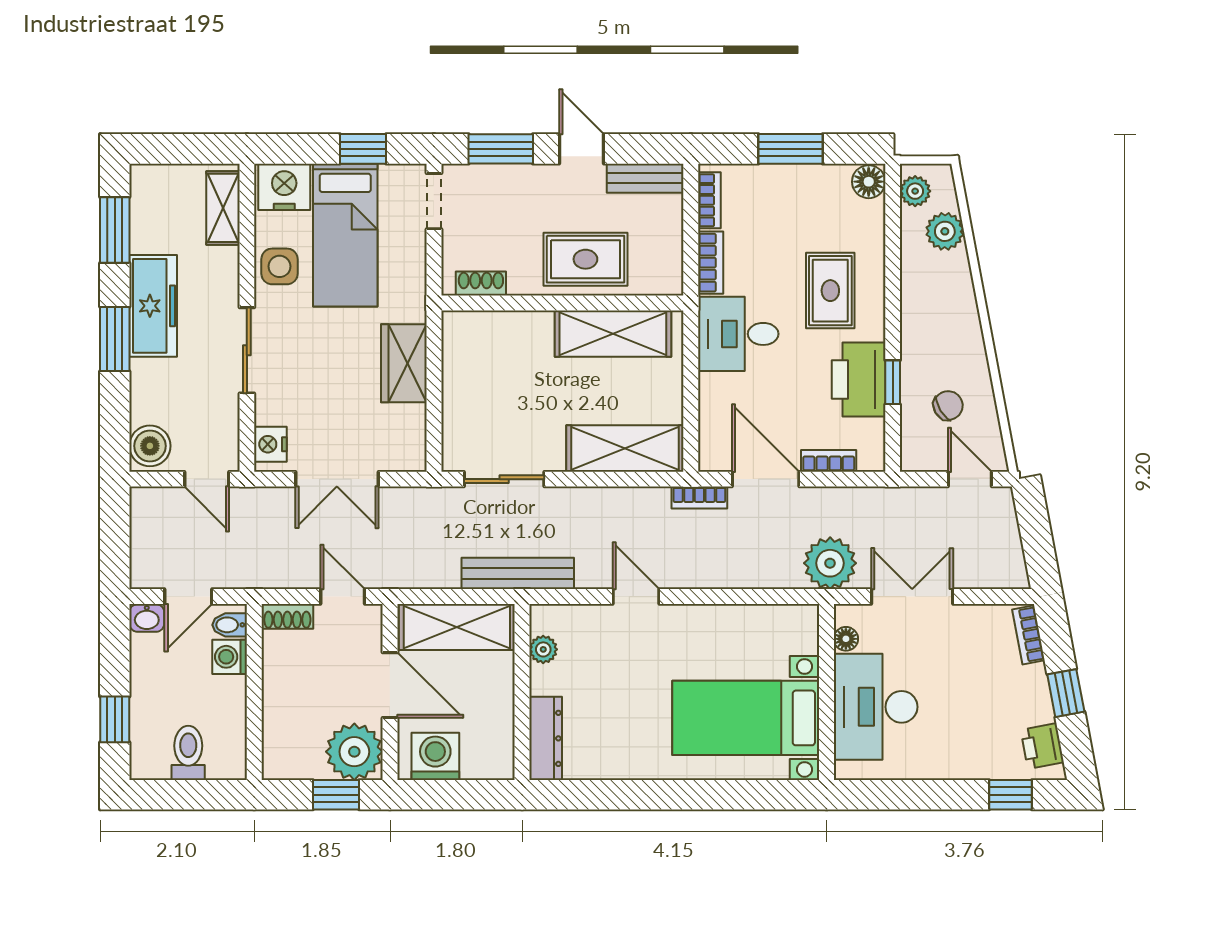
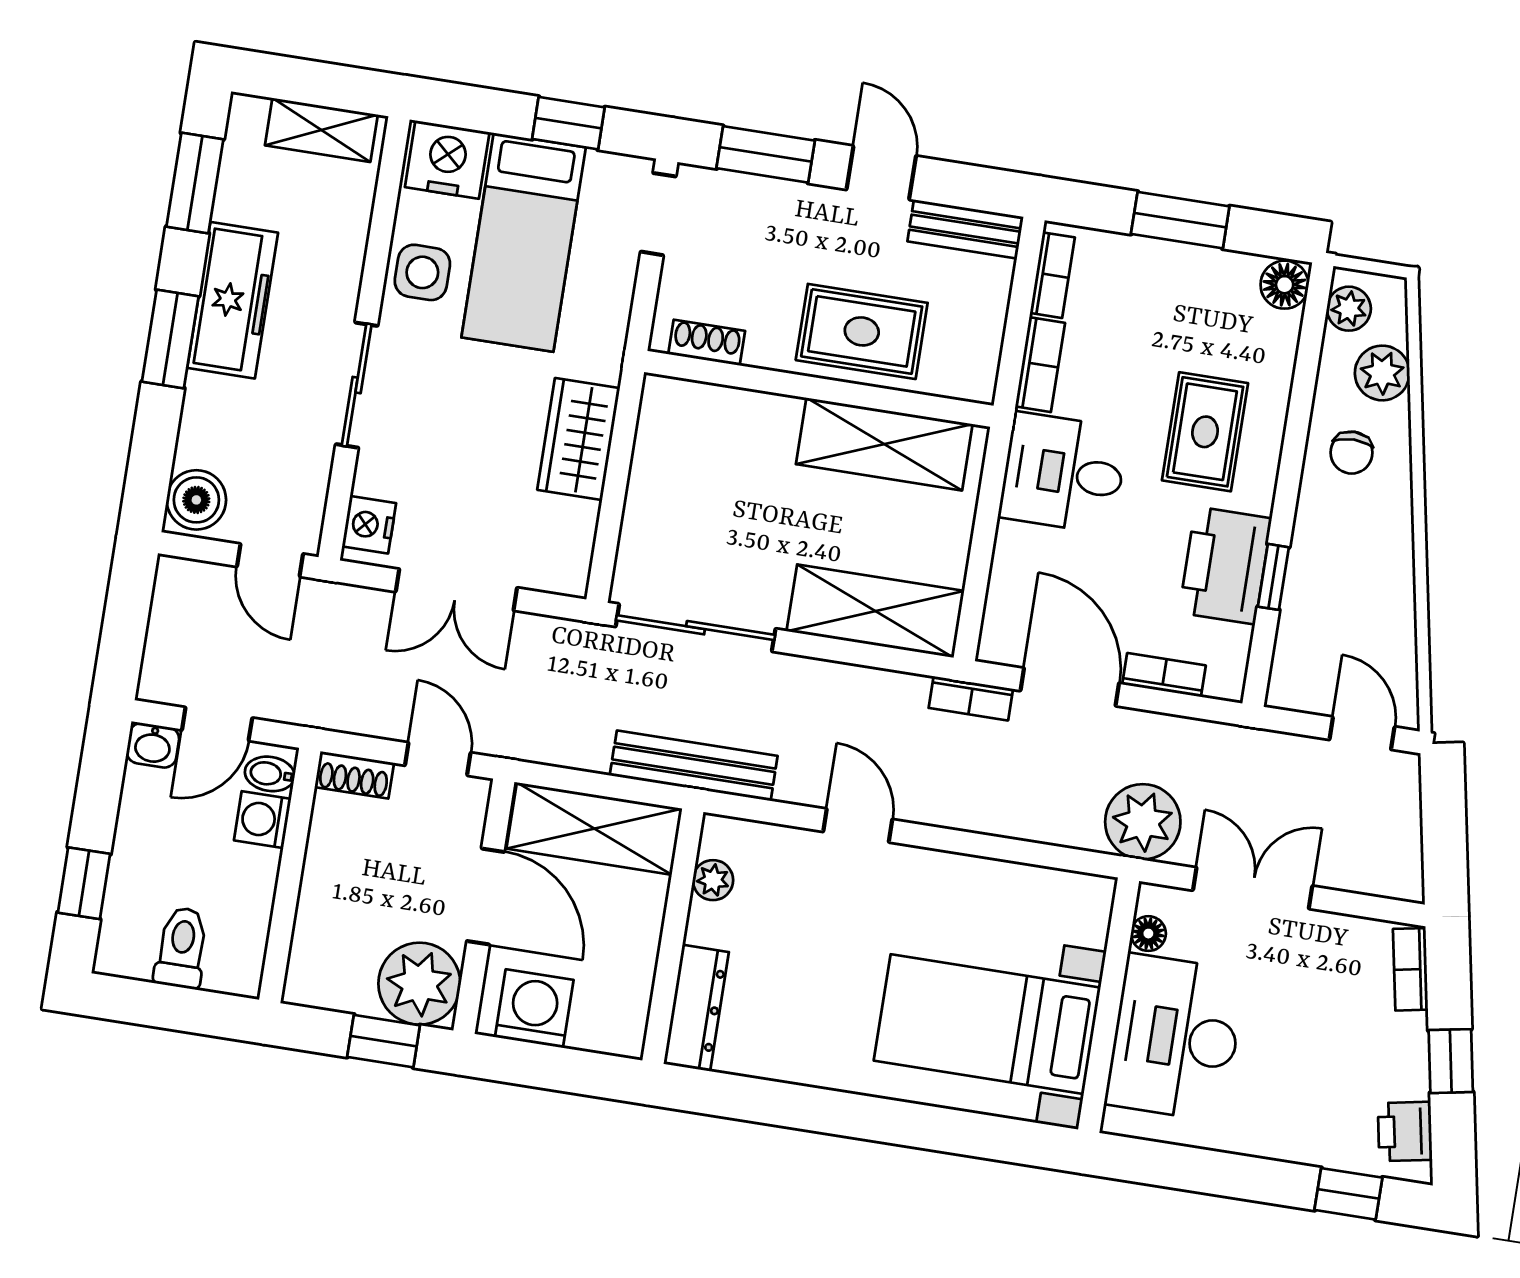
shelving: (223, 208) -> (321, 130), moved, turned 90
chair: (948, 406) -> (1352, 453), moved, turned 121
sliding door: (504, 479) -> (696, 628), width x1.37

